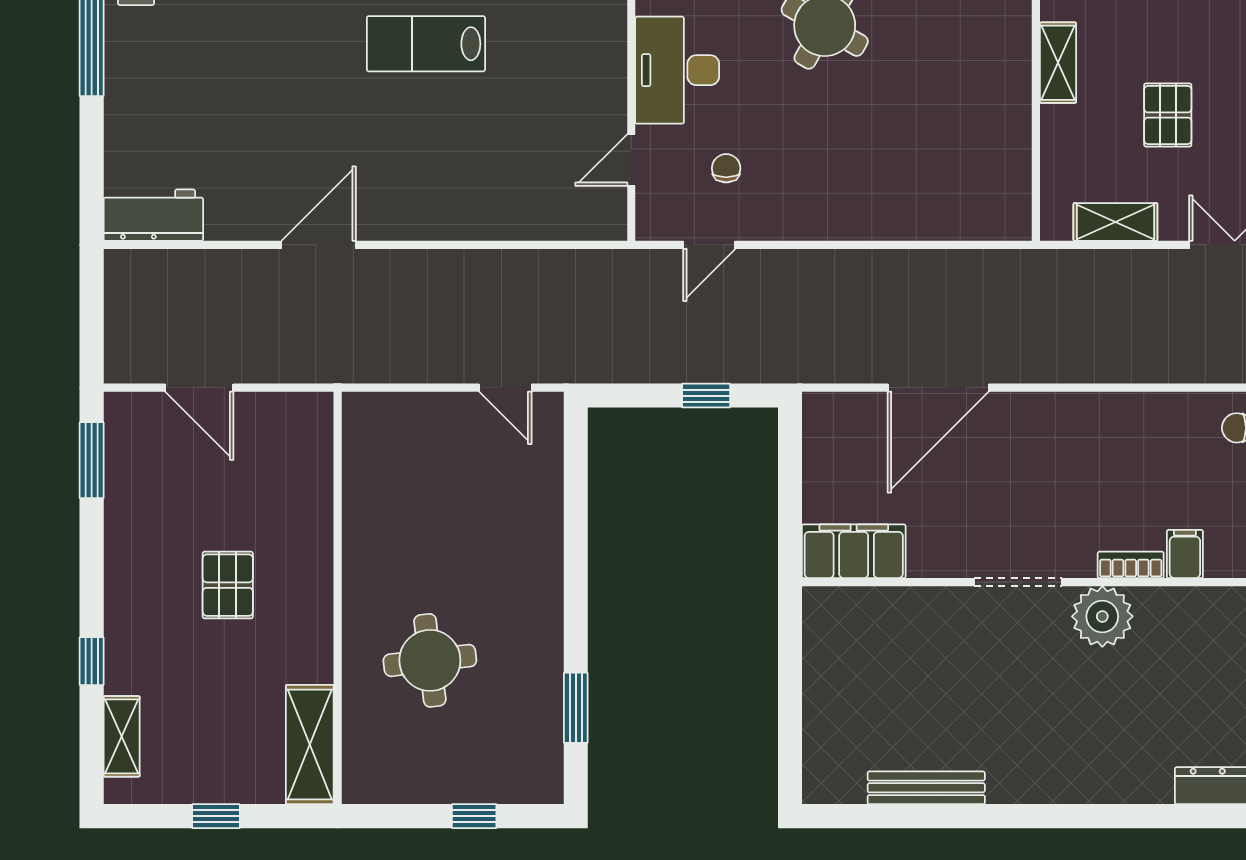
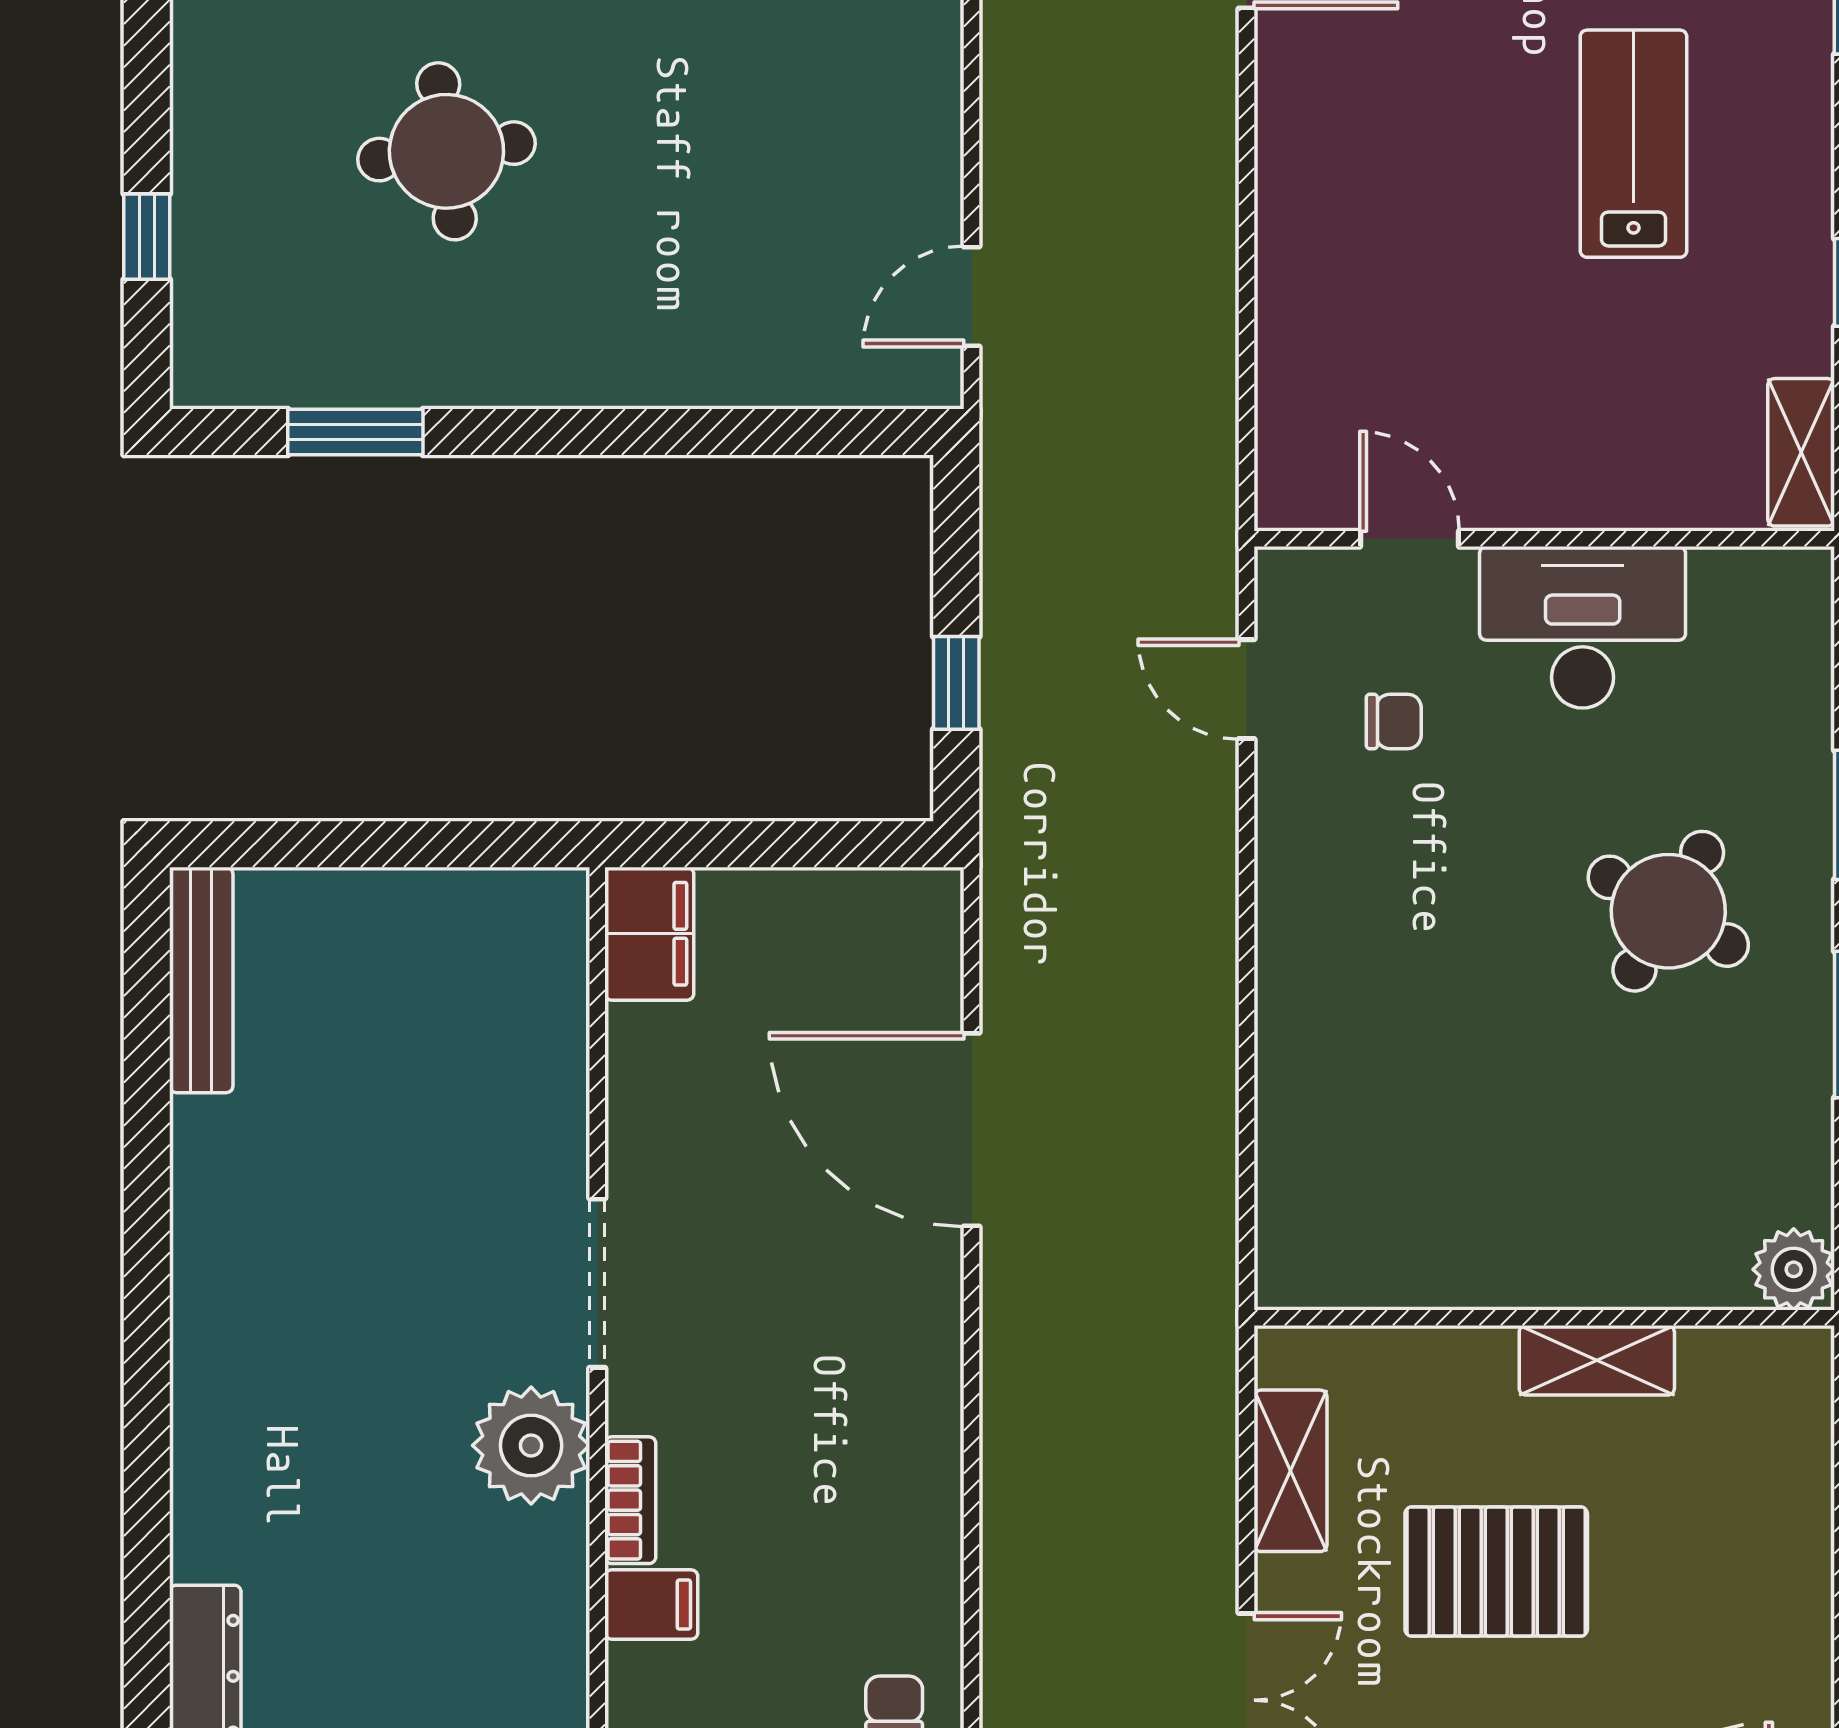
pallet: (1168, 115) -> (1496, 1572), width x1.50, depth x1.42
filing cabinet: (854, 551) -> (649, 934), width x0.67, depth x0.86
bench: (926, 788) -> (201, 980), moved

